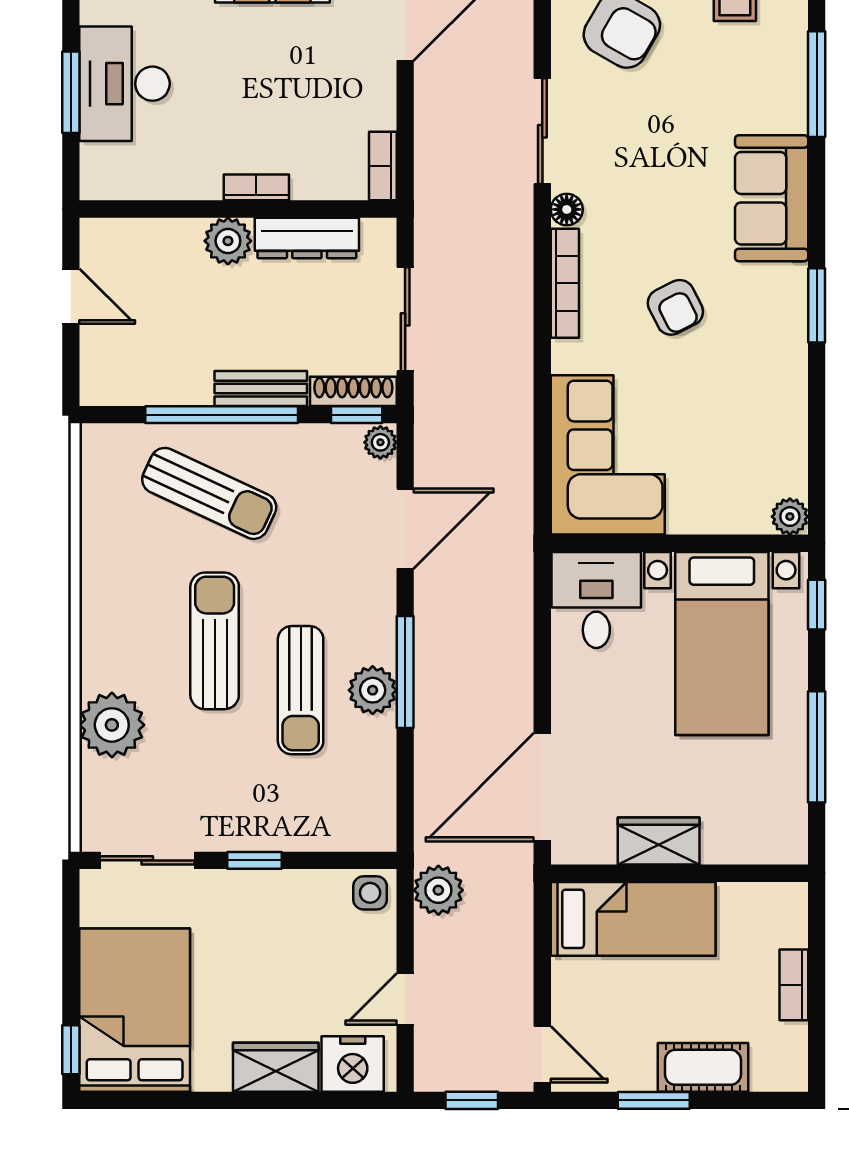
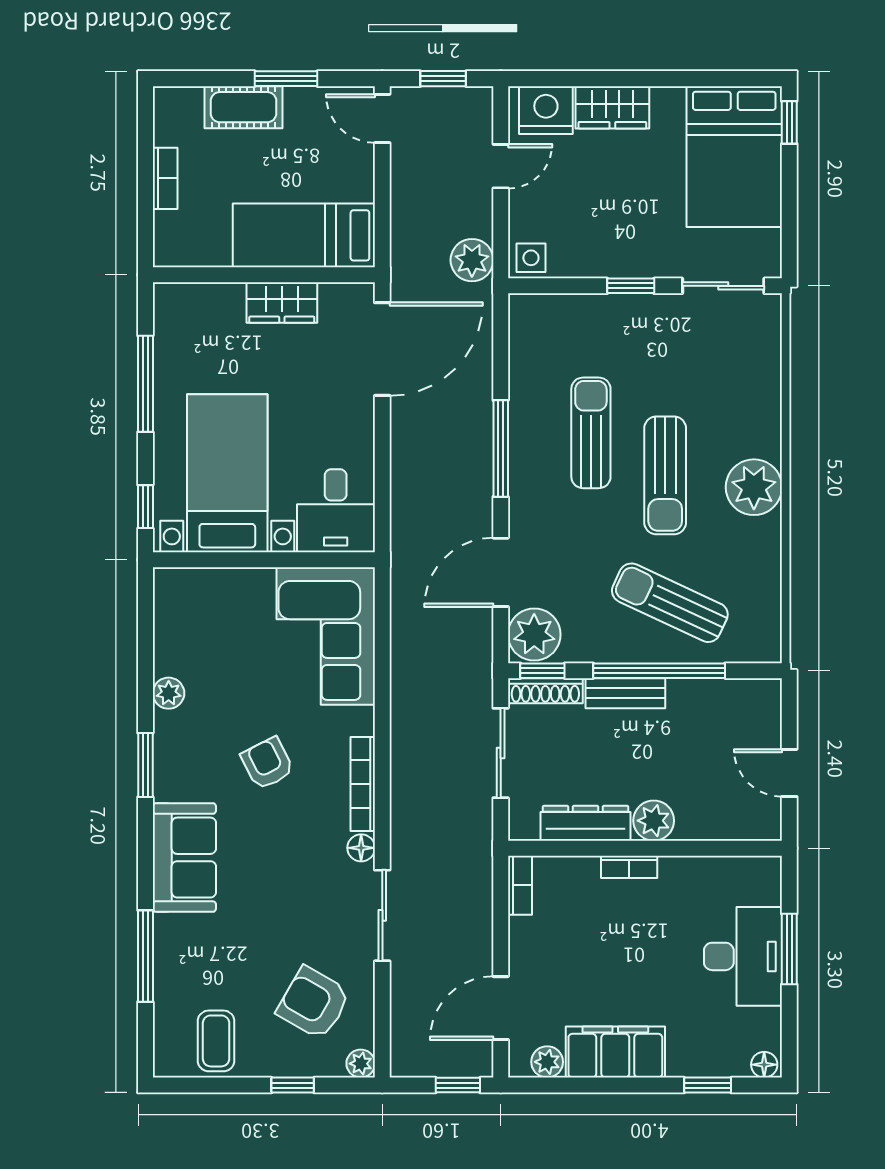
plant: (380, 442) -> (534, 635), width x1.88, depth x1.88
plant: (790, 517) -> (169, 693), moved
plant: (373, 690) -> (529, 433), removed
plant: (112, 725) -> (754, 487), moved

